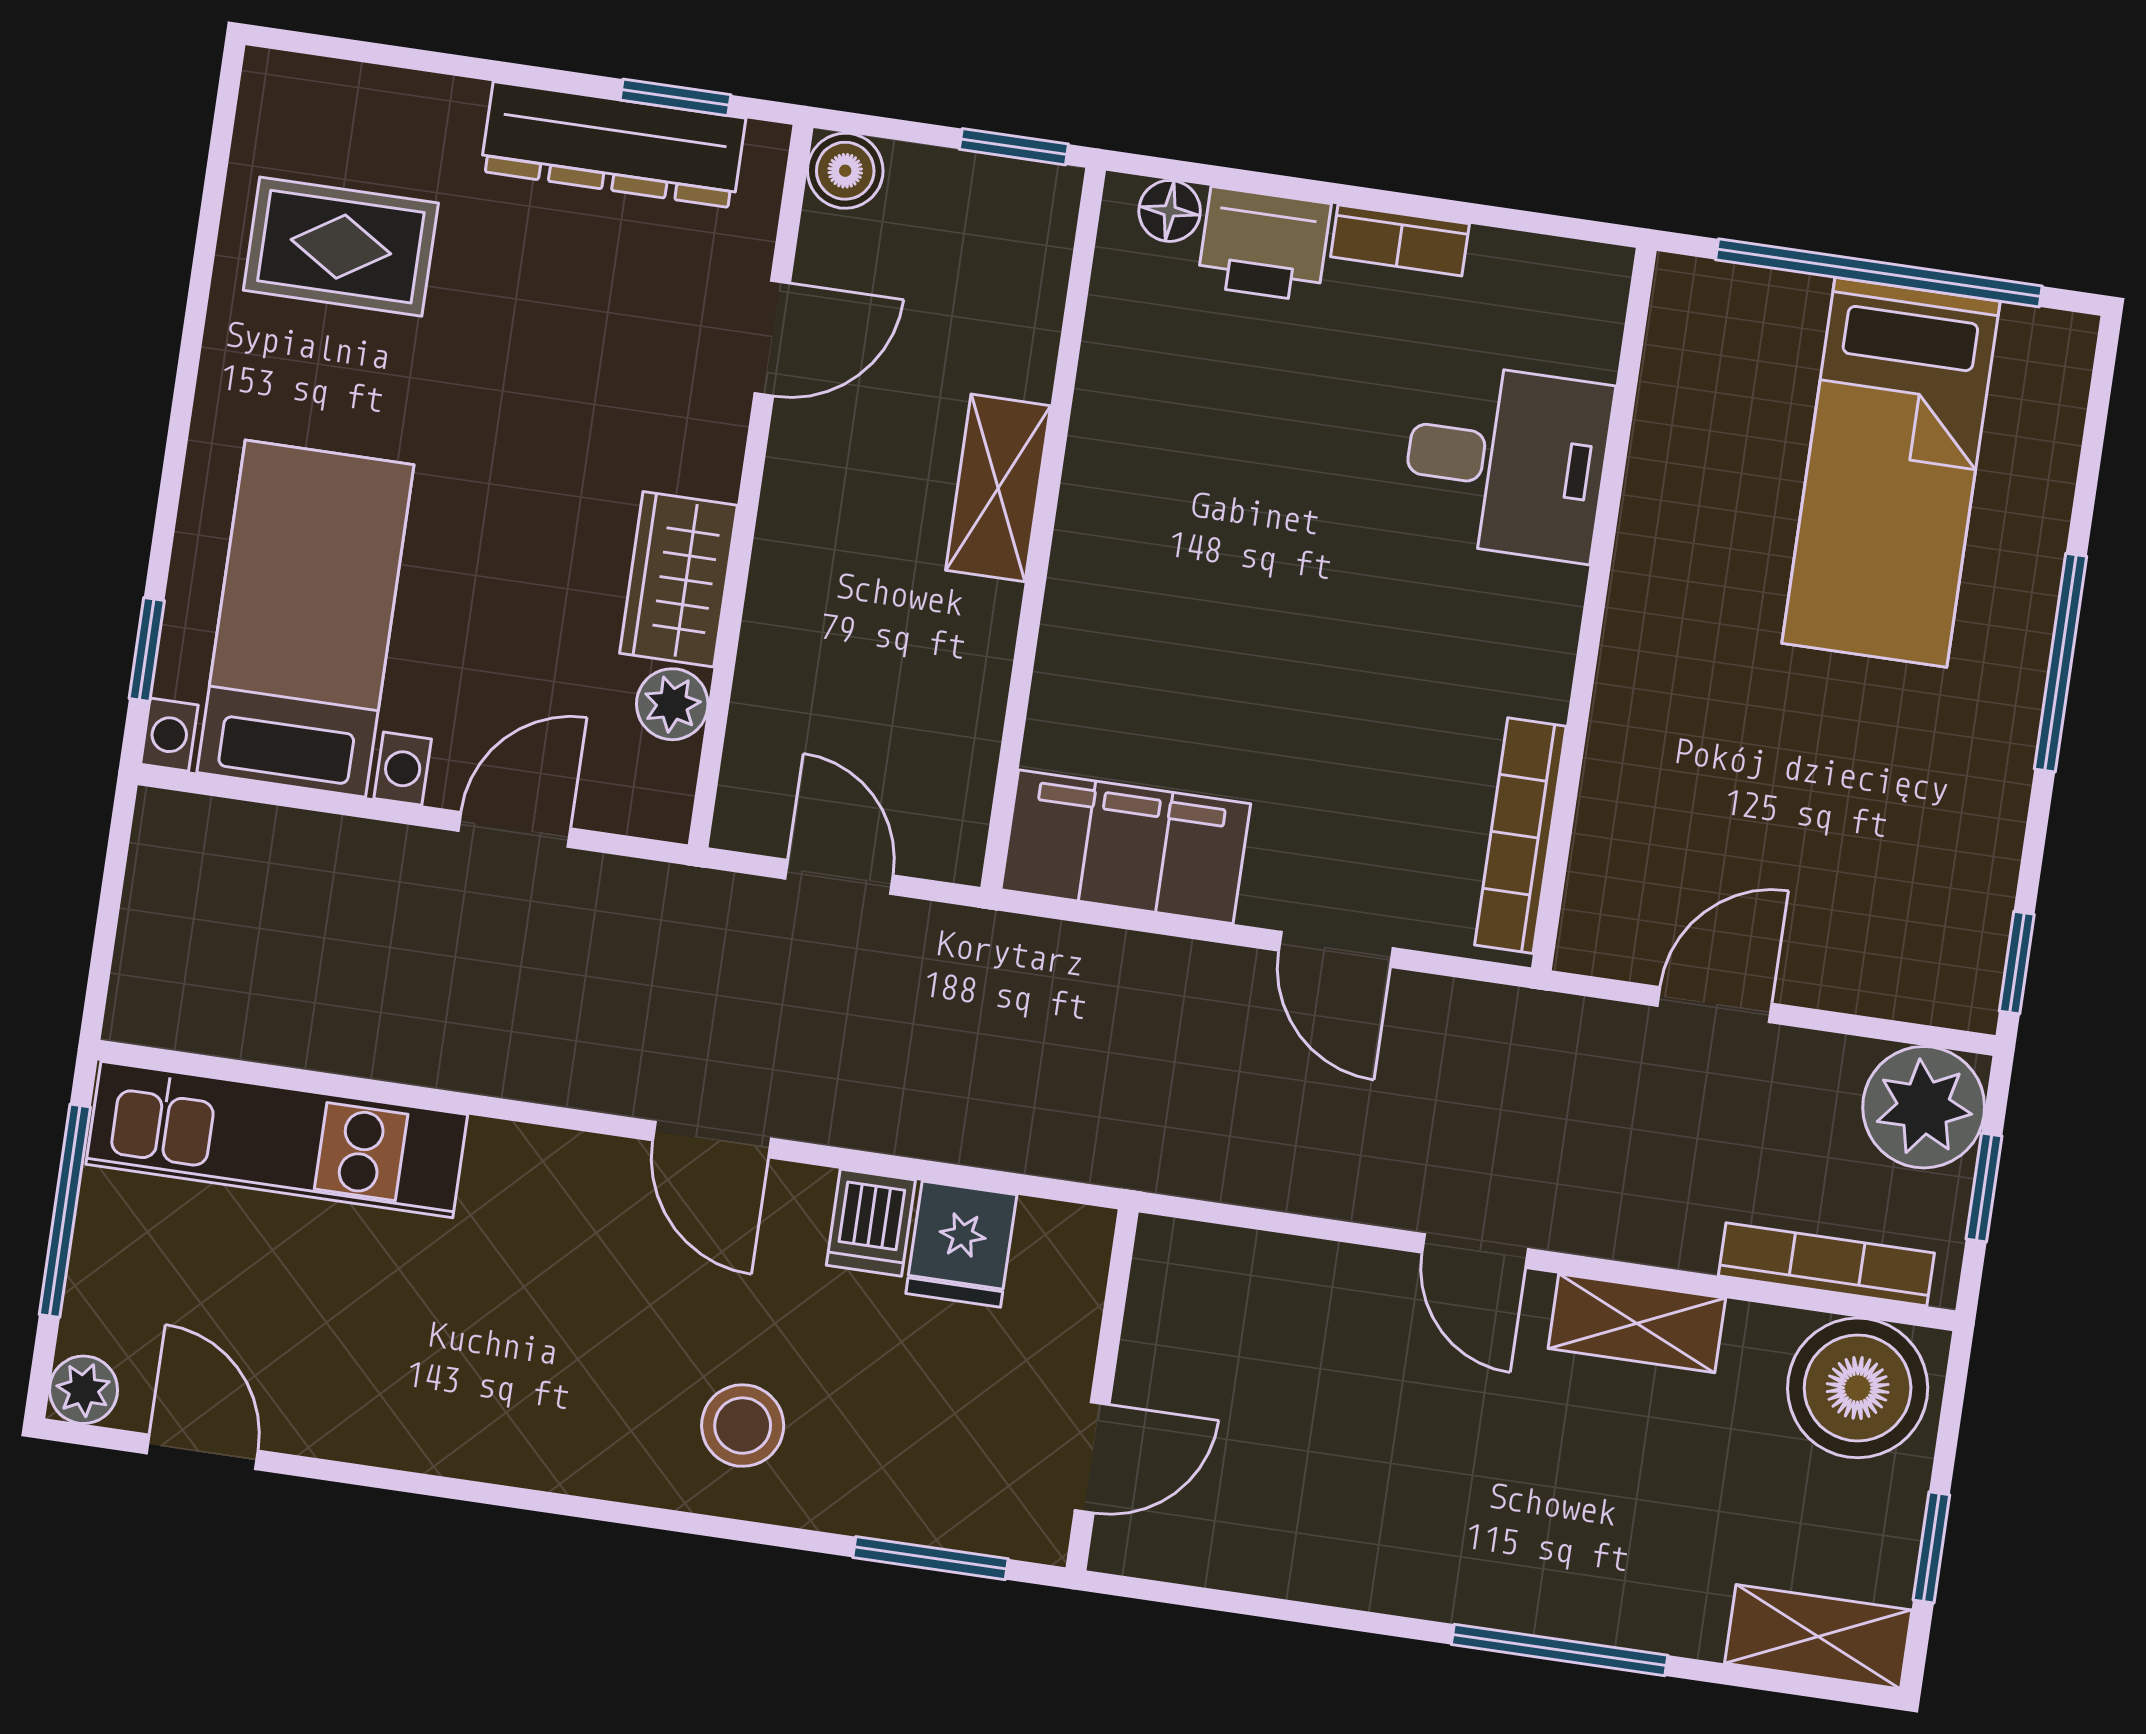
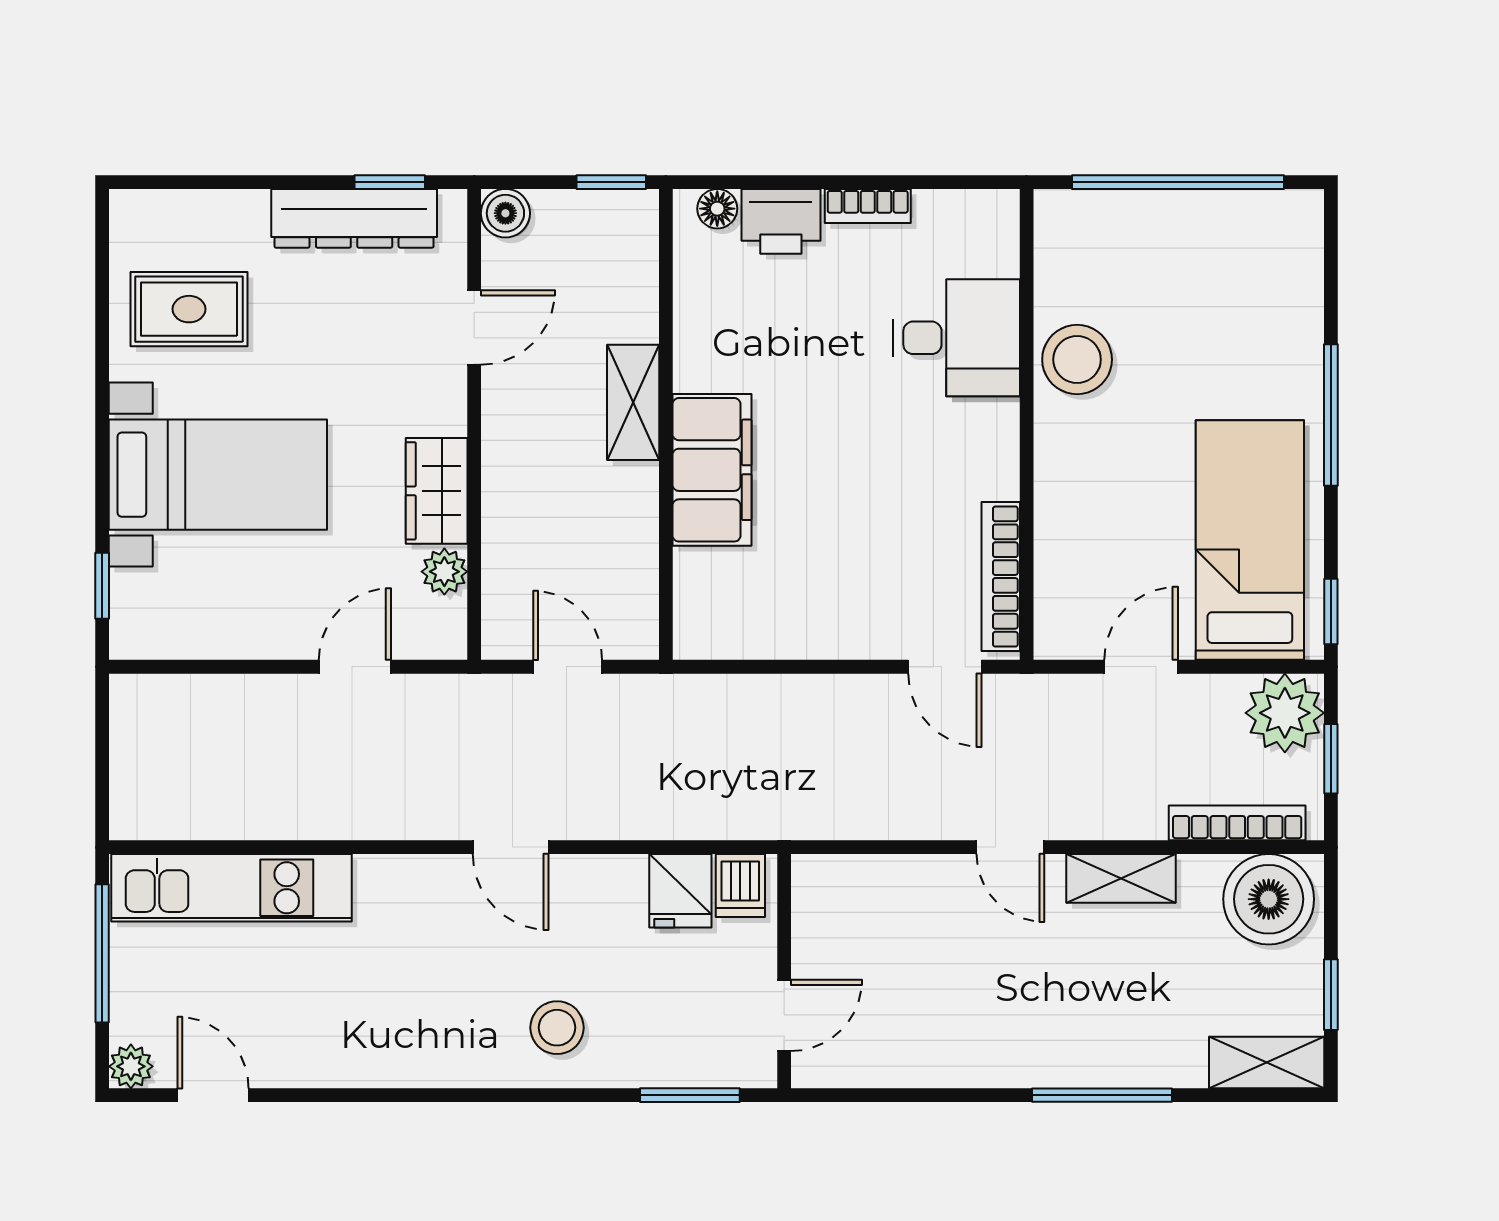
bed: (1891, 472) -> (1250, 540), moved, turned 180
stool: (1685, 521) -> (1077, 360), added
bed with nightstands: (305, 619) -> (218, 475), moved, turned 90
filing cabinet: (1126, 847) -> (712, 470), moved, turned 90
door: (1336, 949) -> (945, 667), moved
dishwasher: (871, 1223) -> (740, 886), moved

